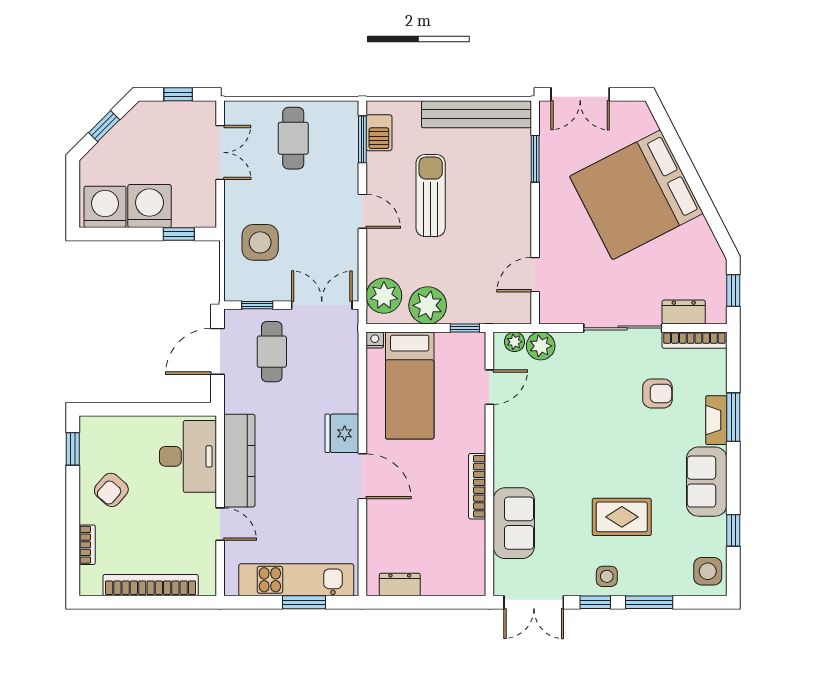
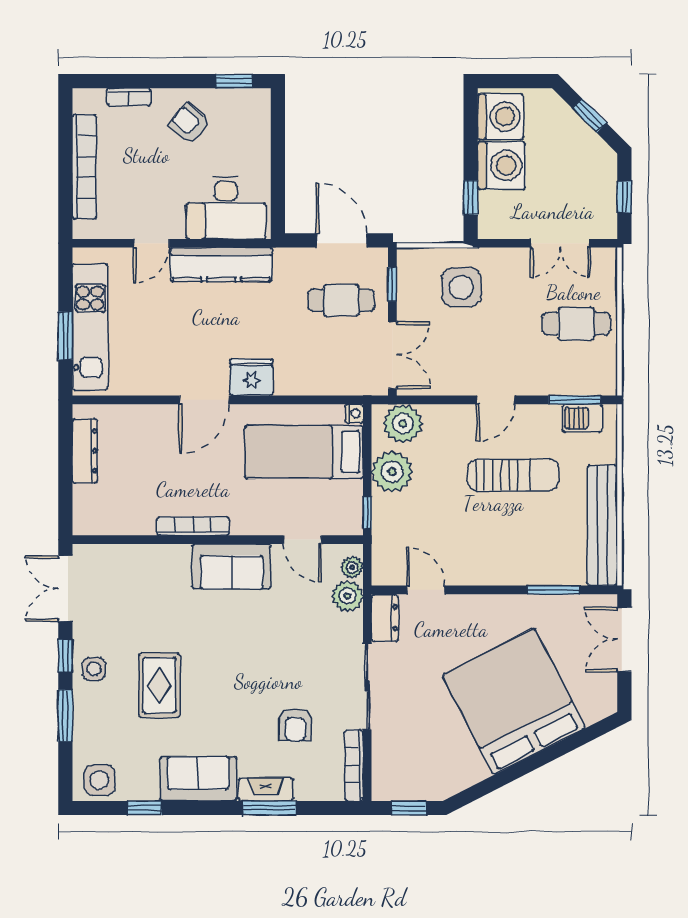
dresser: (684, 312) -> (385, 618), moved
sofa: (514, 523) -> (232, 566), moved
dresser: (400, 584) -> (85, 451), width x1.44

